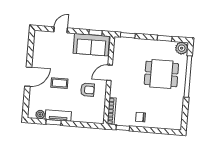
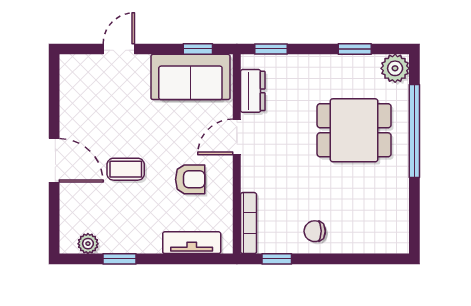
dresser: (118, 53) -> (253, 91), added
door: (28, 77) -> (54, 160), hinge flipped
tv unit: (58, 116) -> (192, 243), moved

